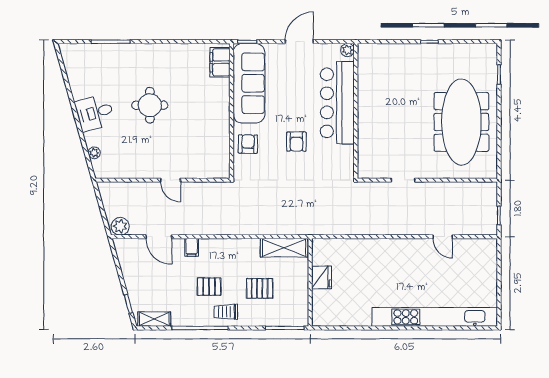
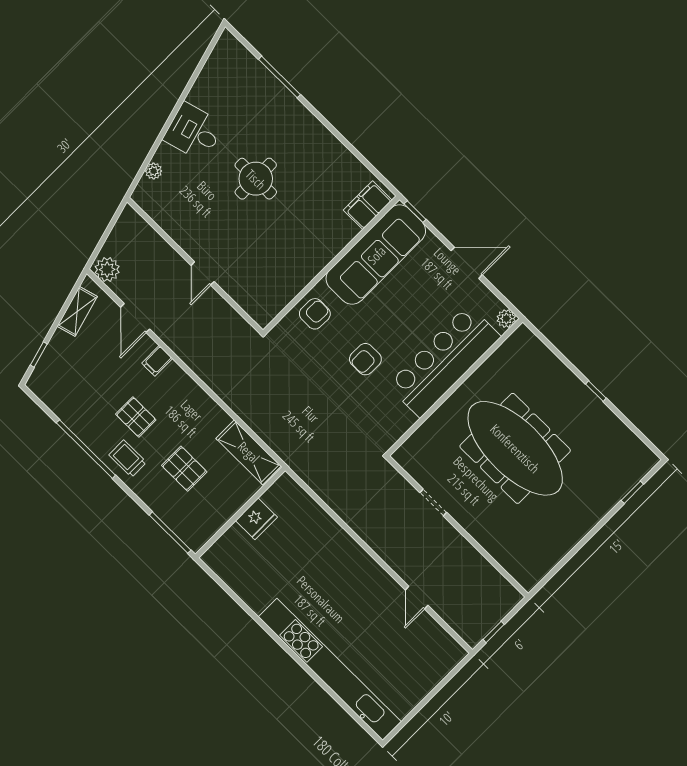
meeting table: (461, 122) -> (515, 448), moved, turned 90
shelving: (154, 319) -> (77, 311), moved, turned 74

